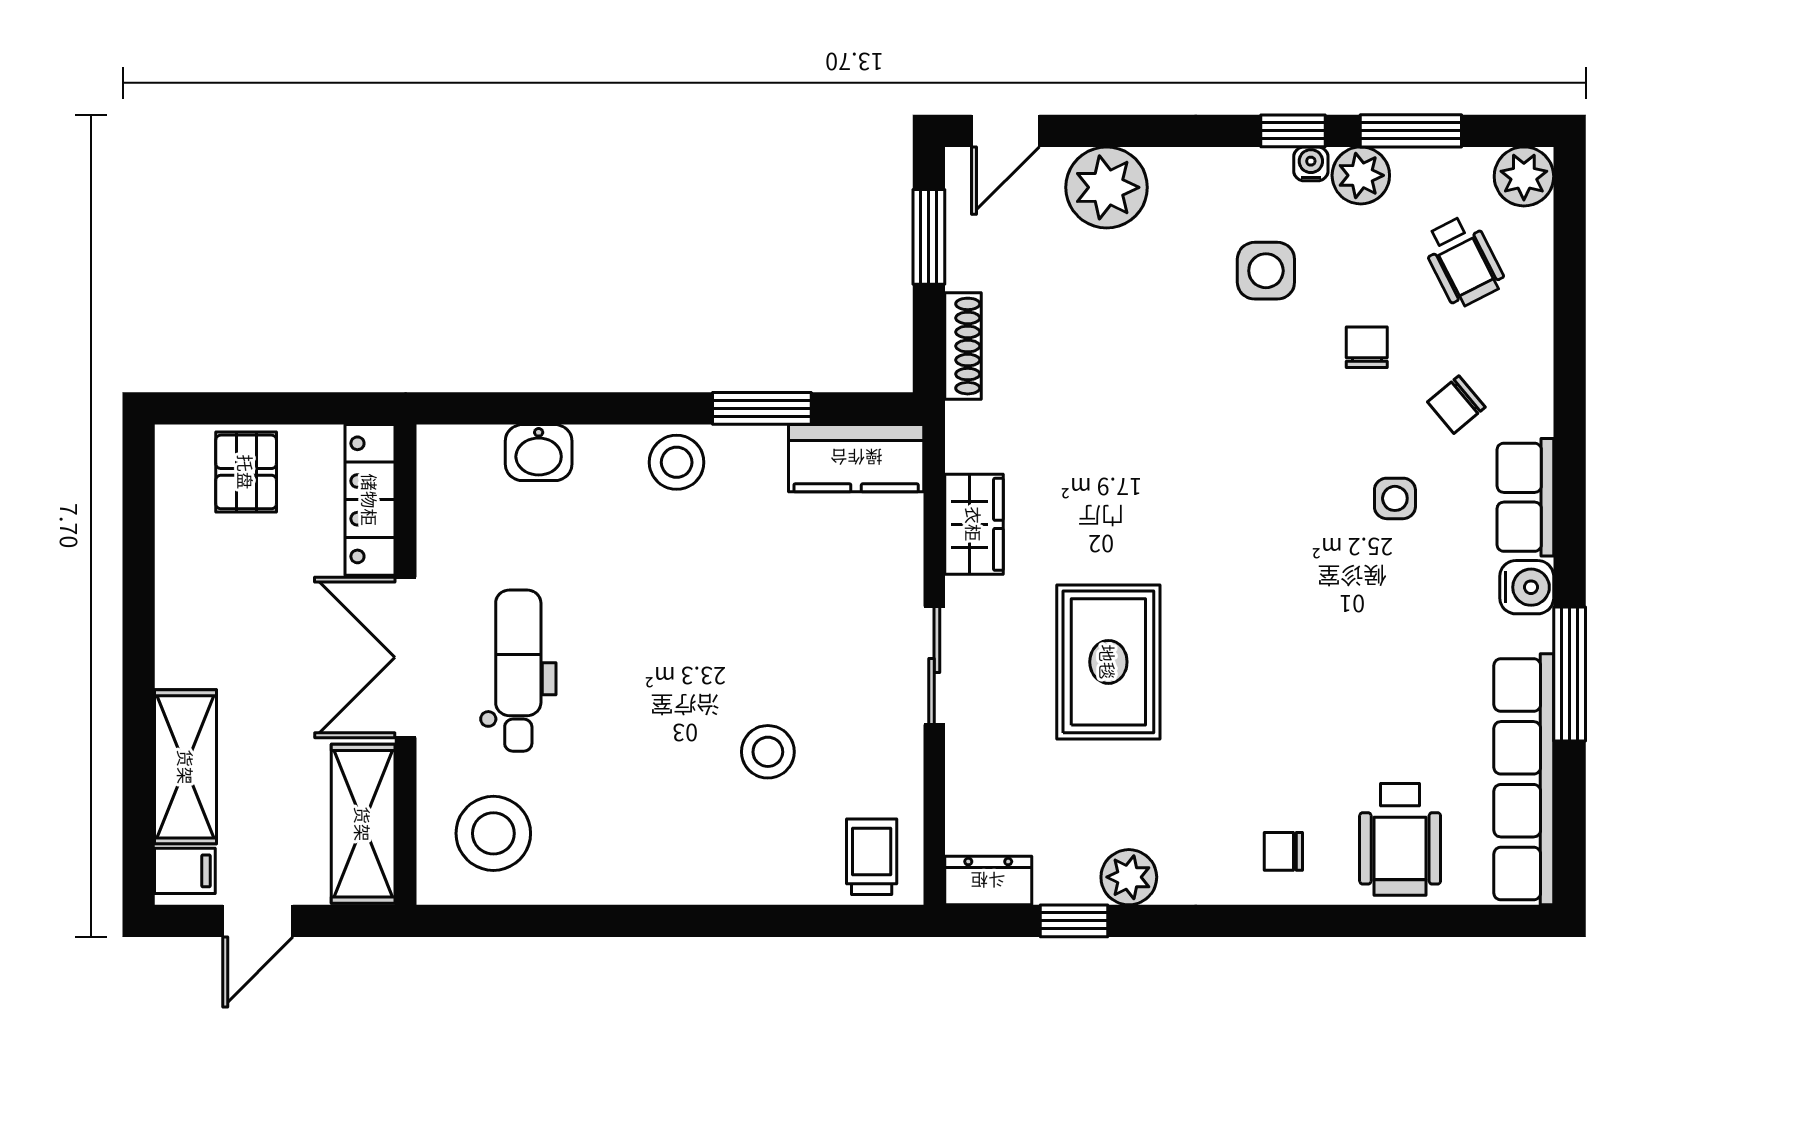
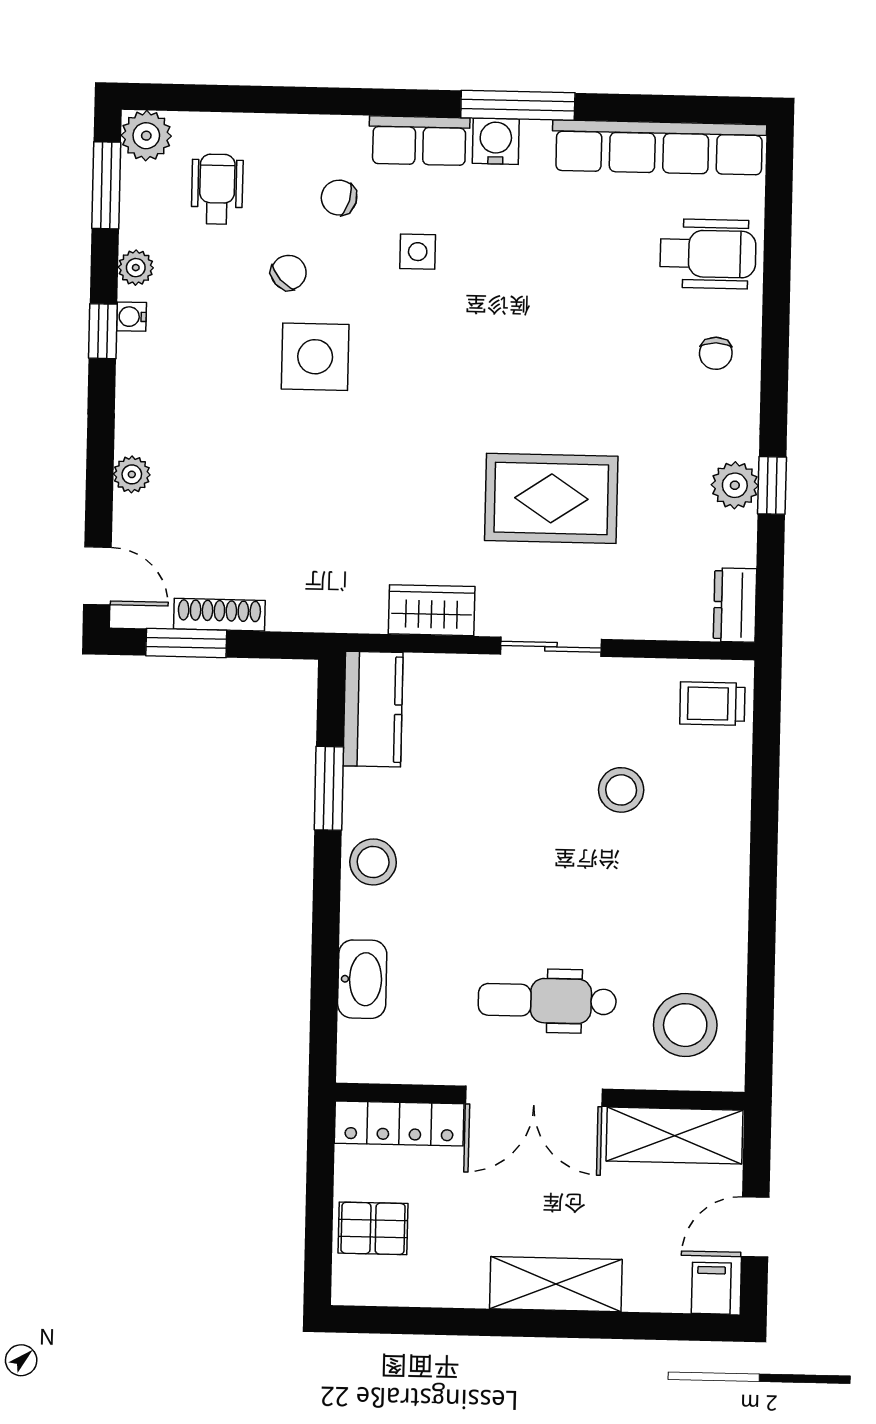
window: (1411, 131) -> (106, 185), moved
plant: (1361, 175) -> (136, 268), width x0.73, depth x0.73
plant: (1107, 187) -> (132, 474), width x0.53, depth x0.53
wheelchair: (1463, 261) -> (217, 189), turned -63
side table: (1266, 271) -> (315, 357), moved, width x1.37, depth x1.37
shoe rack: (963, 346) -> (219, 615), moved
chair: (1367, 347) -> (289, 273), turned 137
chair: (1456, 405) -> (339, 198), turned 146
washbasin: (539, 453) -> (362, 979), width x1.38
window: (1570, 674) -> (518, 105), moved
shelving: (186, 767) -> (556, 1284), moved
door: (258, 921) -> (755, 1227), swing flipped
window: (1074, 921) -> (772, 485), moved

